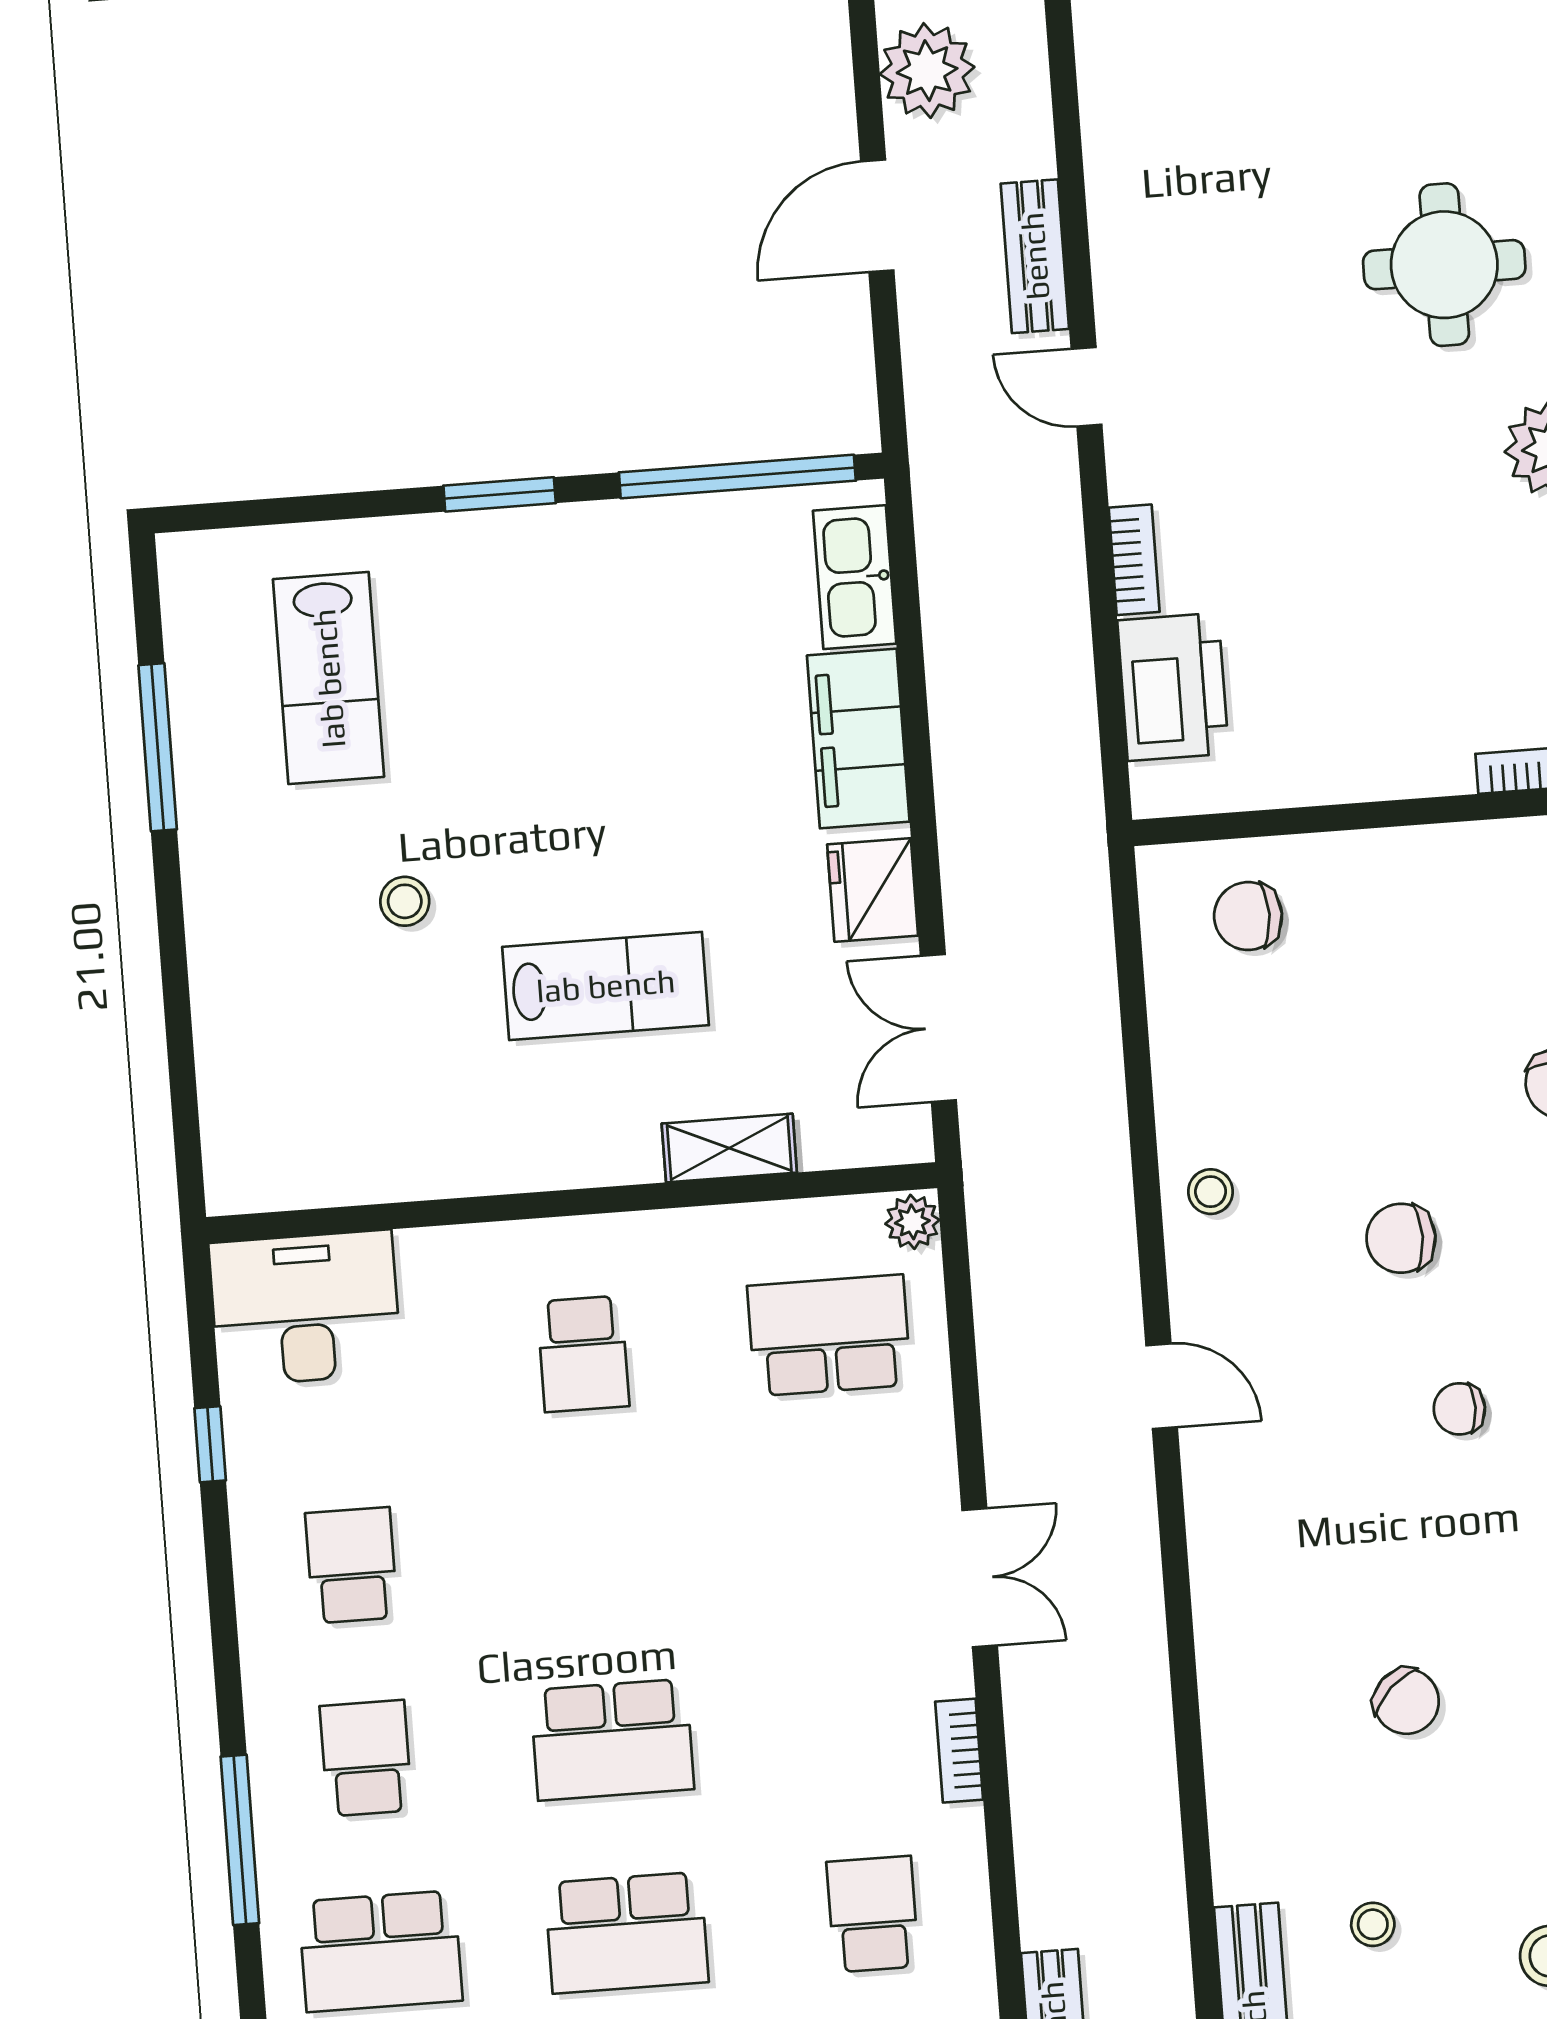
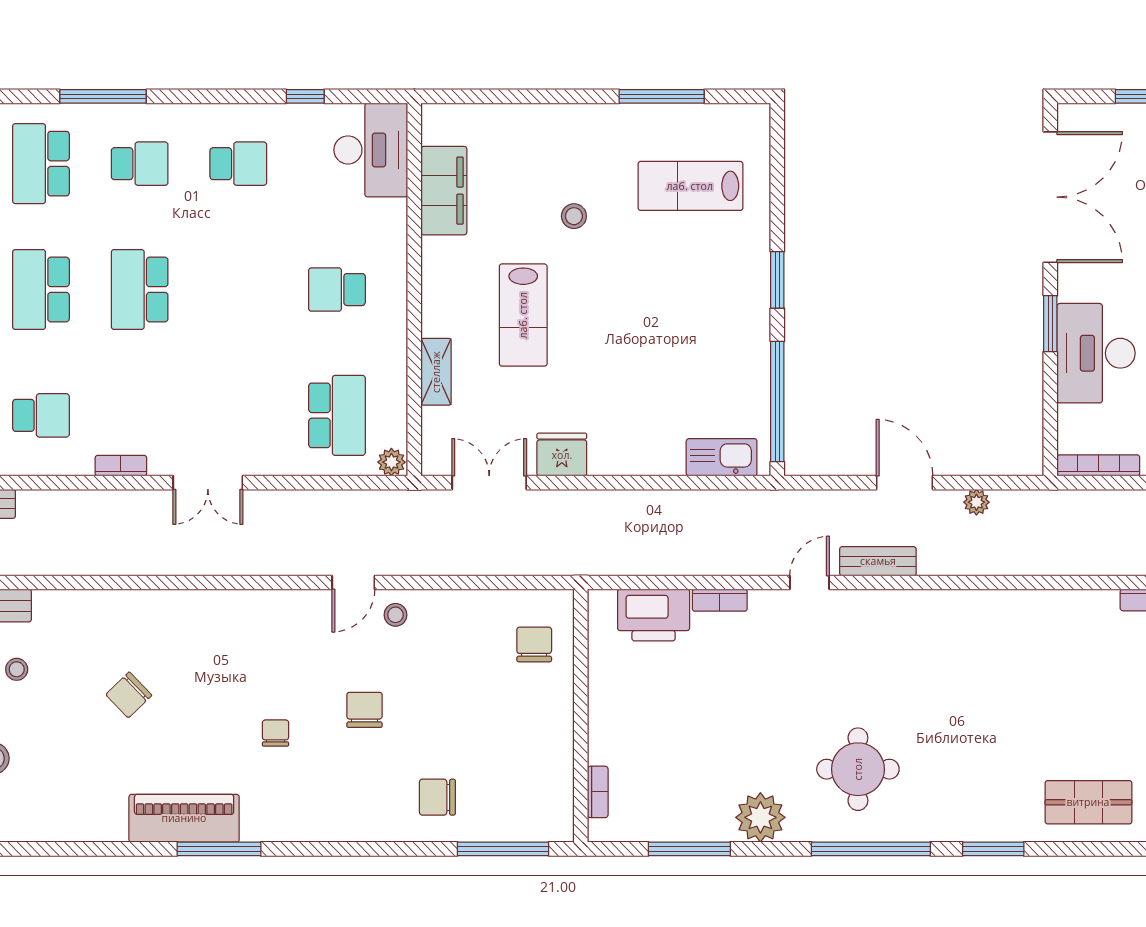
plant: (927, 71) -> (976, 502), width x0.53, depth x0.53
filing cabinet: (858, 739) -> (444, 191), moved, turned 90
door: (1162, 1386) -> (353, 583), moved

